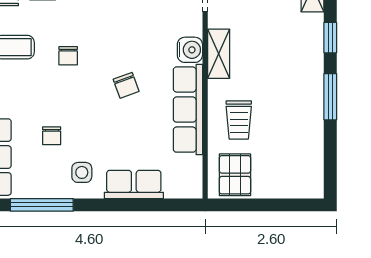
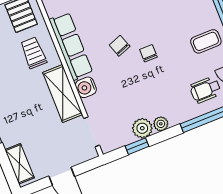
shelving: (219, 54) -> (63, 93), width x1.50, depth x1.33
chair: (68, 56) -> (148, 53), moved

